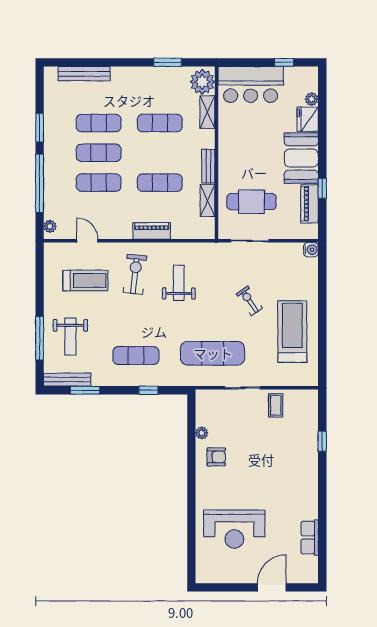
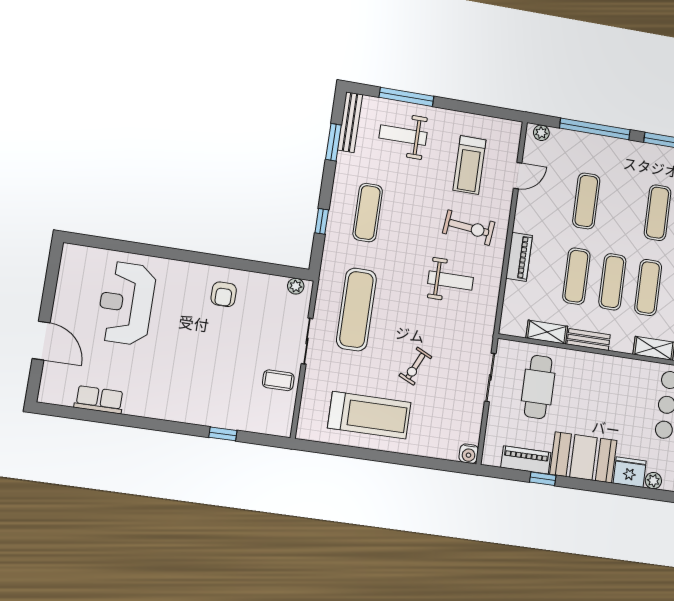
exercise mat: (99, 153) -> (612, 282), moved
exercise bike: (249, 301) -> (415, 366), turned 149
plant: (202, 433) -> (296, 286), moved

